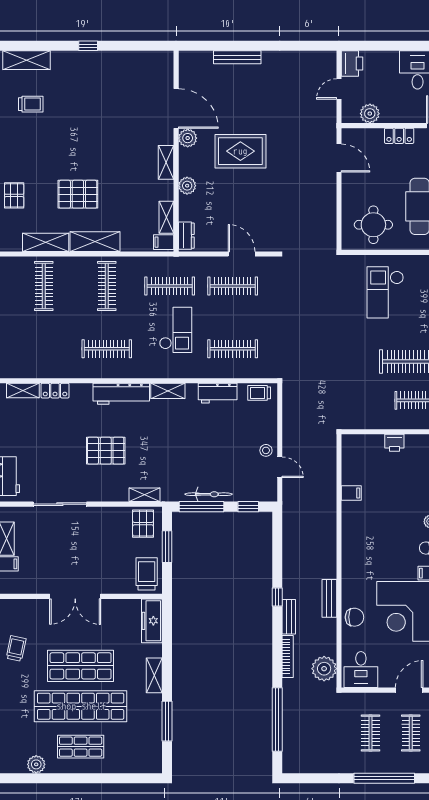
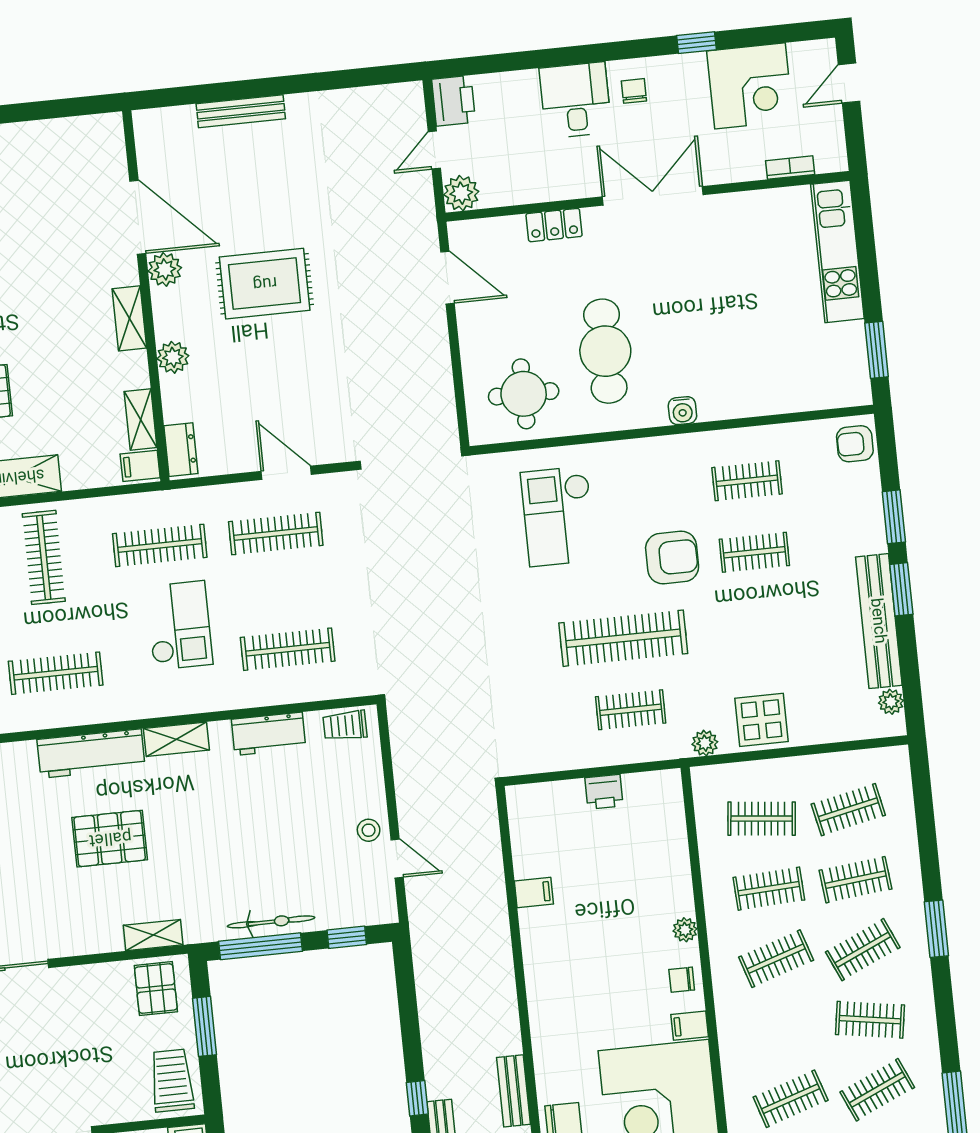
plant: (370, 114) -> (461, 193), moved
pallet: (106, 451) -> (110, 839), moved

